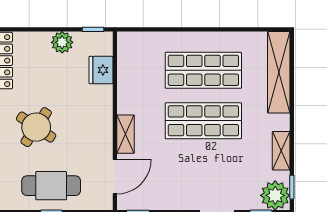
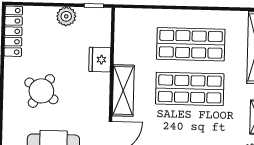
fridge: (101, 70) -> (100, 60), moved
shelving: (125, 134) -> (123, 91), width x1.50, depth x1.33

